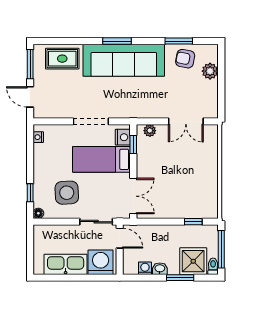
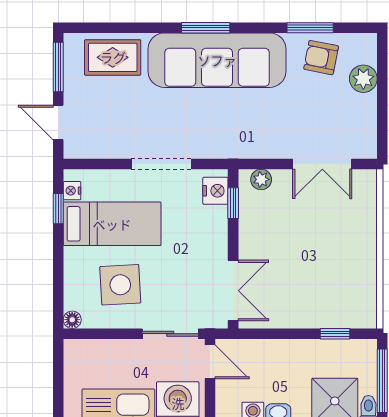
bed: (101, 159) -> (112, 224), moved, turned 180
window: (30, 193) -> (58, 209), moved

